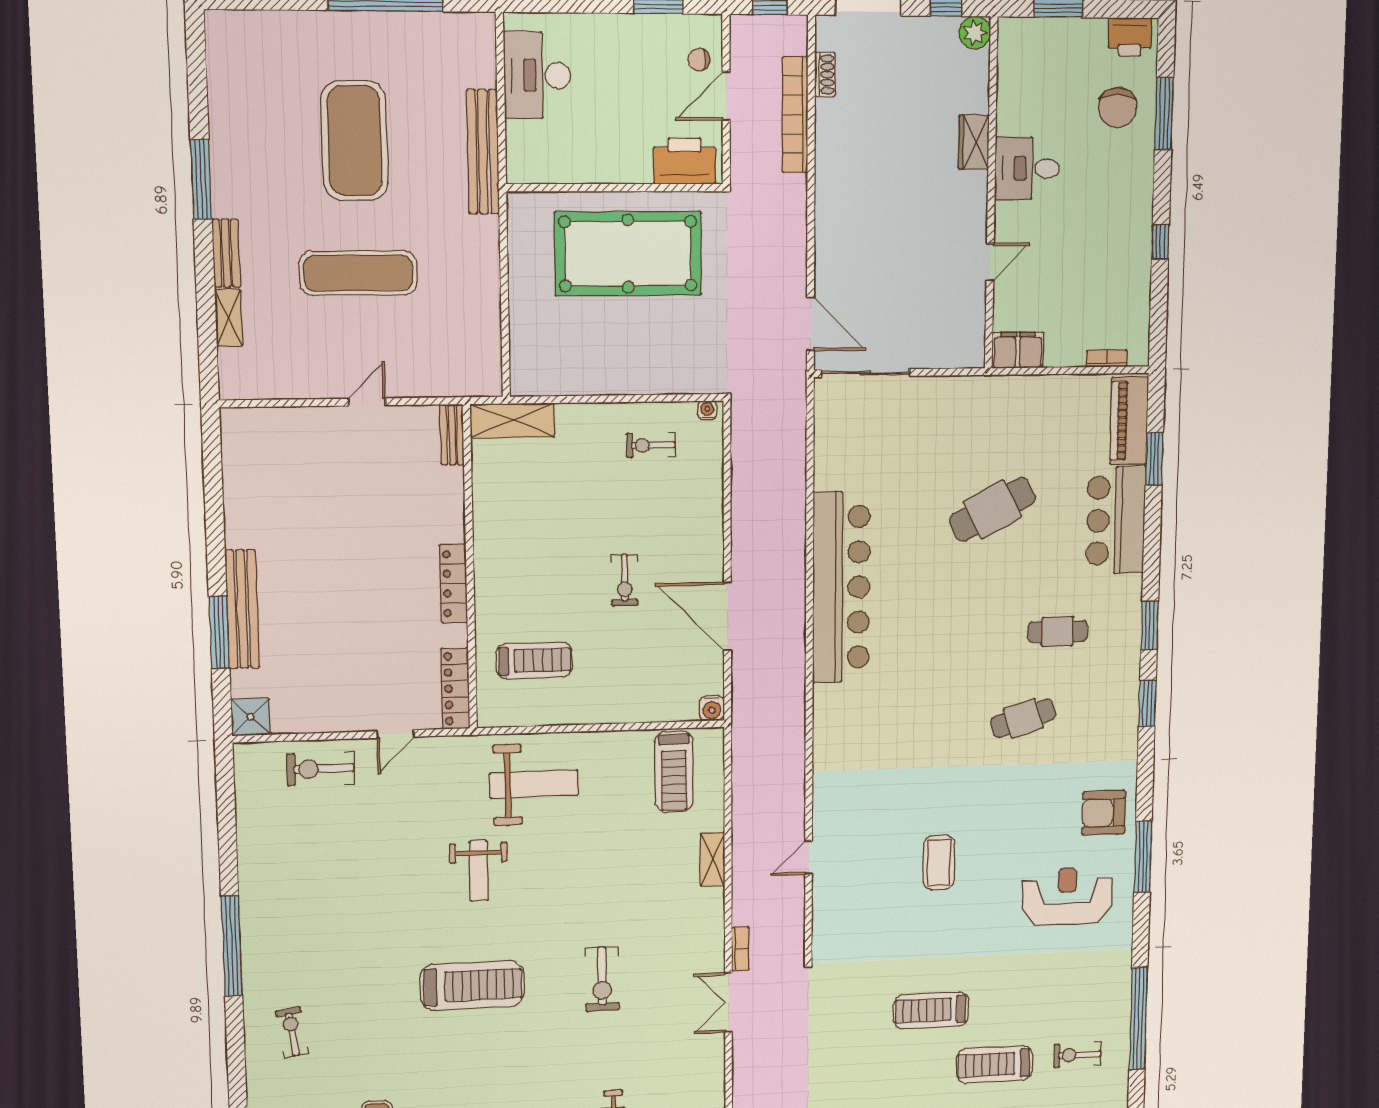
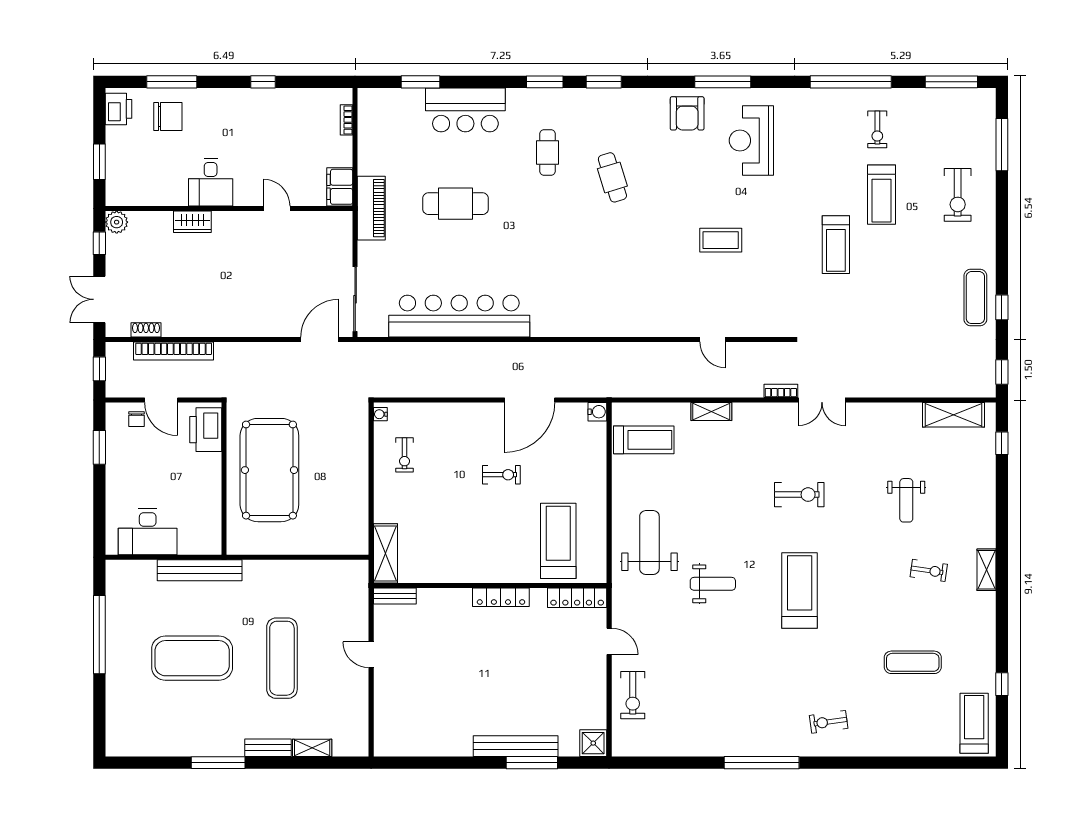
piano: (1129, 421) -> (371, 208), moved, turned -90
cafe table: (992, 509) -> (455, 204), turned -62
bar counter: (841, 587) -> (459, 316), moved
treadmill: (534, 660) -> (558, 541), width x1.37, depth x1.38

